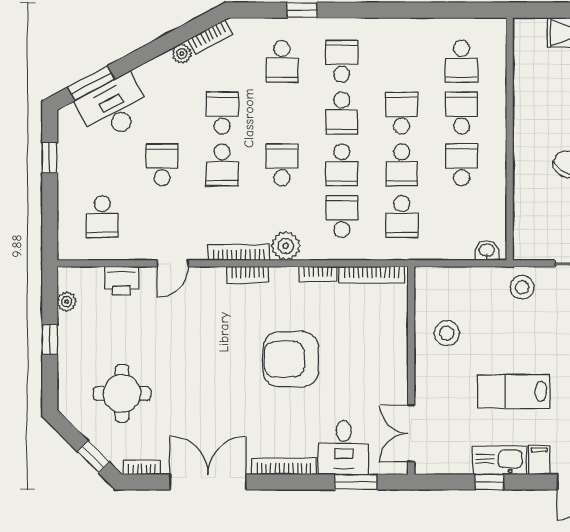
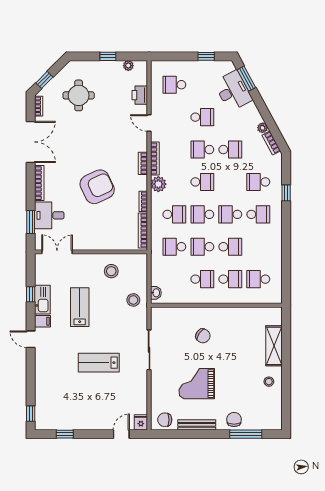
stool: (522, 287) -> (133, 300), moved
armchair: (291, 359) -> (97, 187), turned 65

